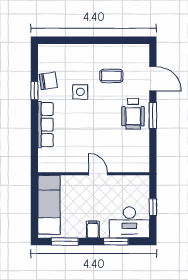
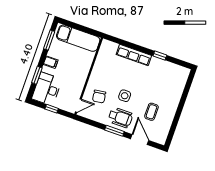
door: (153, 79) -> (140, 140), swing flipped
chair: (48, 81) -> (99, 97), moved
side table: (80, 92) -> (125, 96), moved
wheelchair: (133, 114) -> (120, 118), turned 180
door: (98, 174) -> (78, 106), moved

